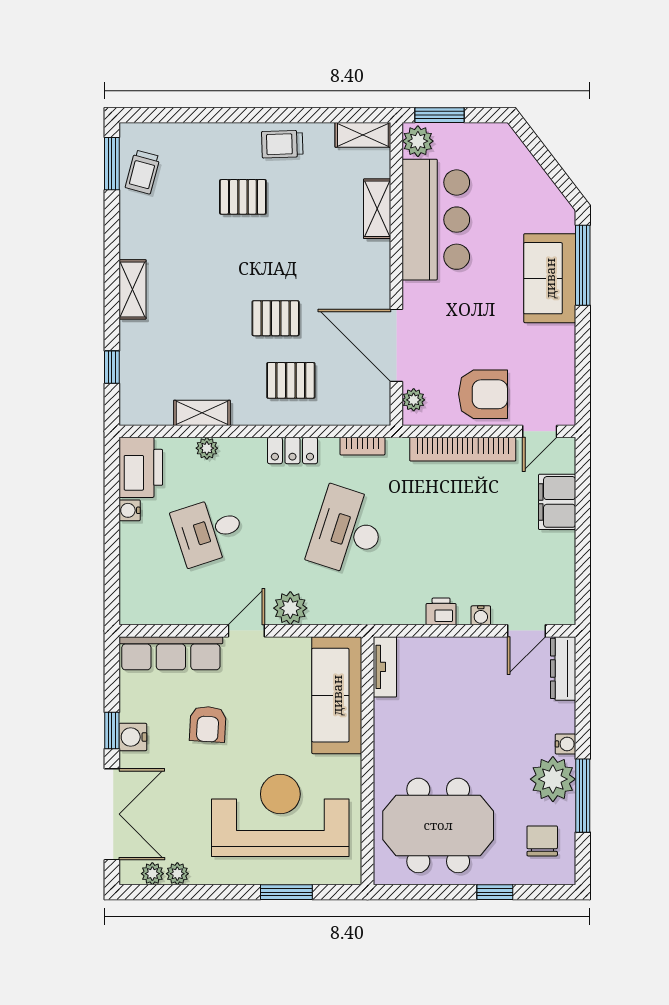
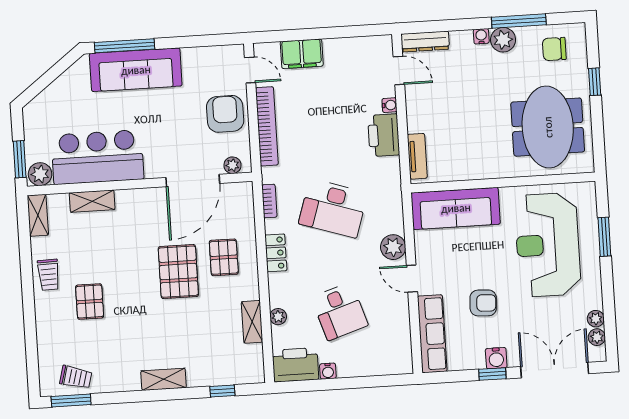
sofa: (550, 278) -> (136, 70), width x1.36
pallet: (276, 318) -> (178, 272), width x1.50, depth x1.42
printer: (441, 611) -> (384, 135), width x1.87, depth x1.48
tv unit: (385, 667) -> (417, 156), moved, turned 90
plant: (553, 779) -> (503, 40), width x0.73, depth x0.73

